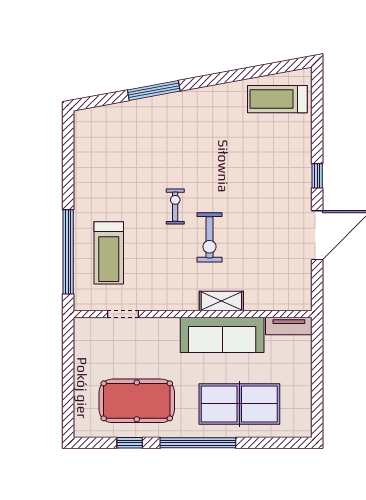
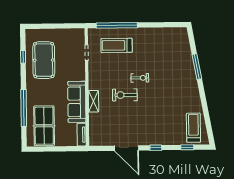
window: (317, 112) -> (187, 147), added
table tennis table: (239, 404) -> (44, 126), moved
window: (198, 443) -> (24, 108), moved

